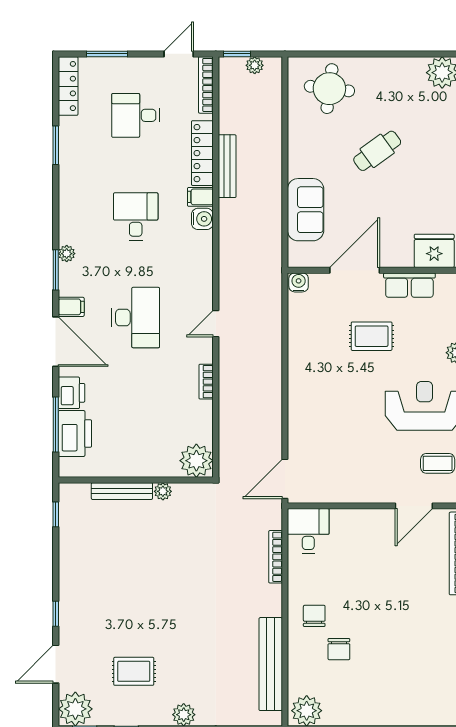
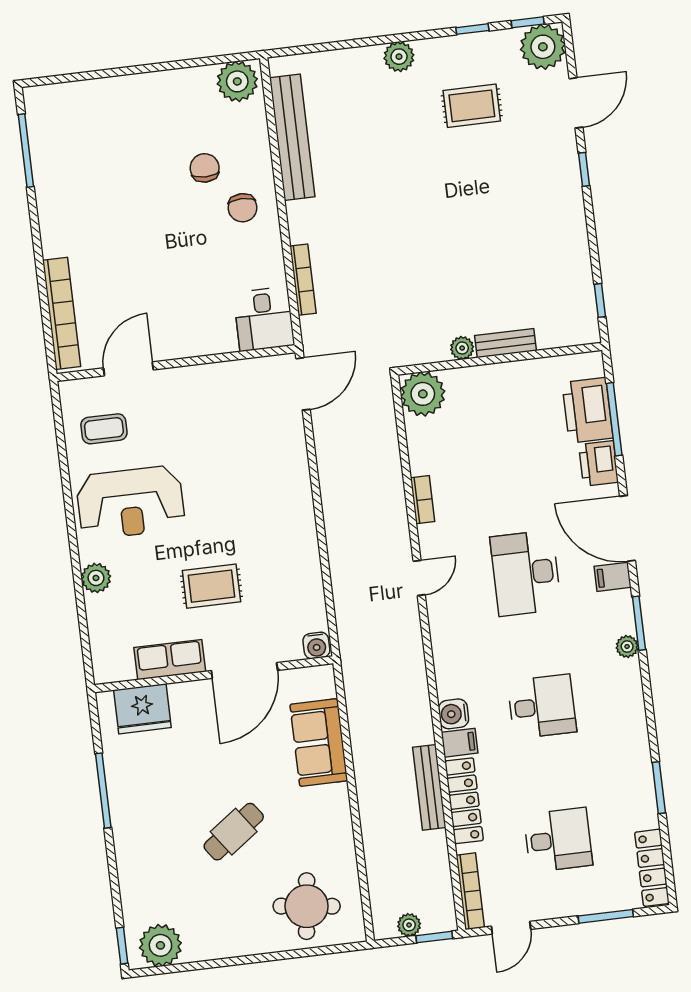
desk: (136, 216) -> (542, 706), turned -90
bench: (122, 491) -> (506, 343), width x0.73

